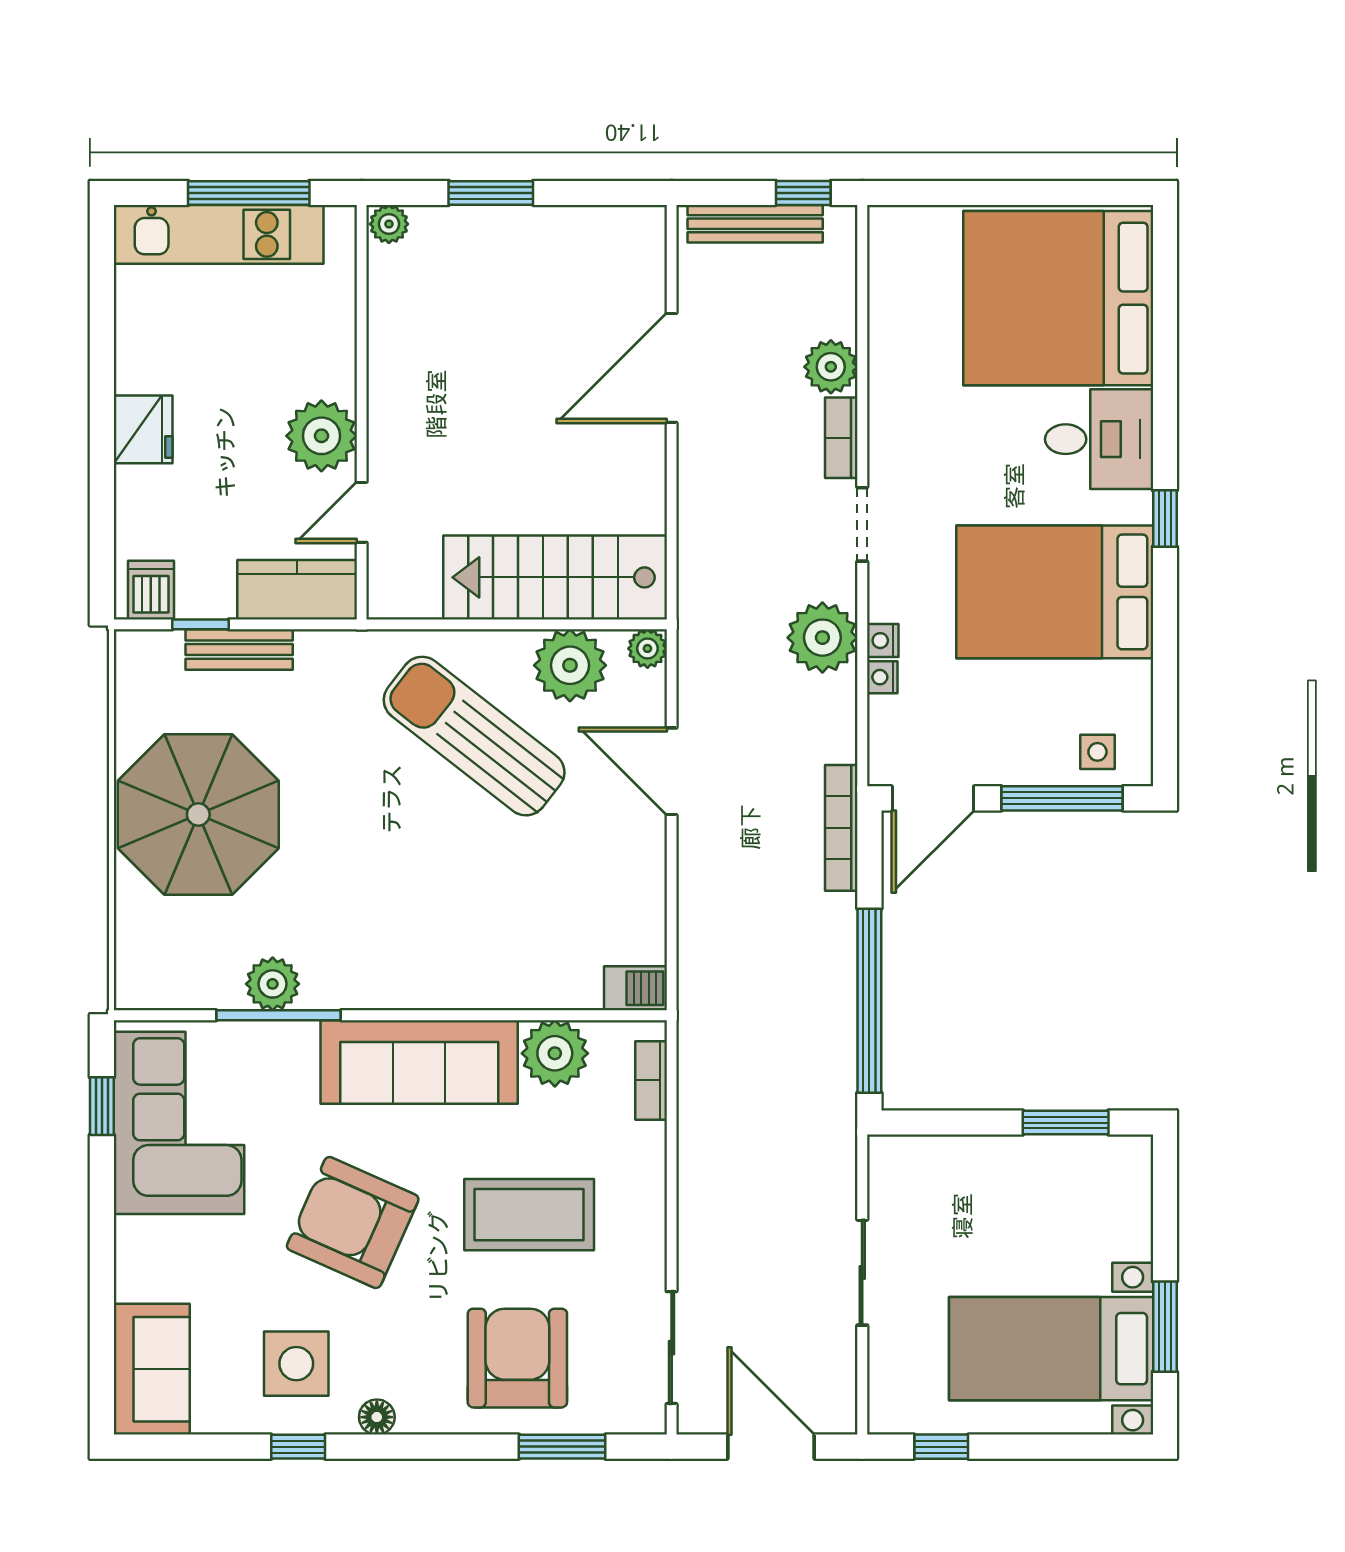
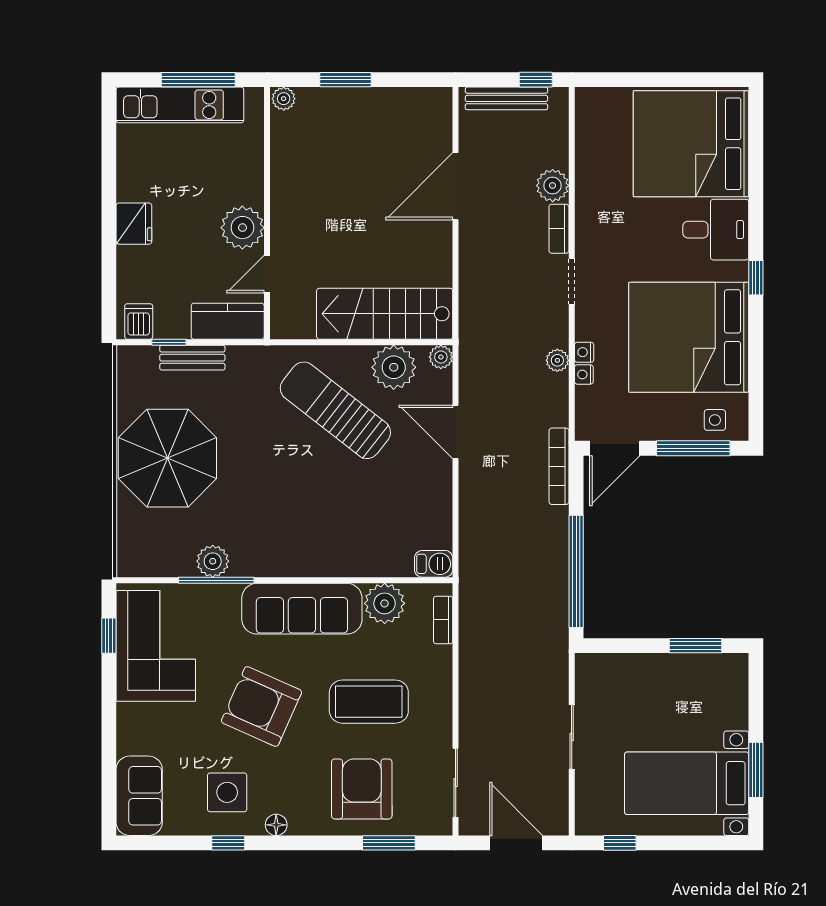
bed: (1055, 592) -> (689, 337), width x1.36
plant: (822, 638) -> (557, 360), width x0.53, depth x0.53

